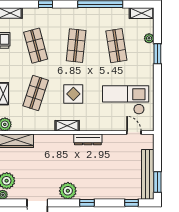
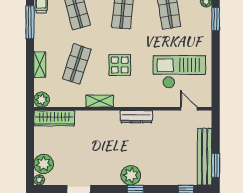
shelving: (67, 126) -> (100, 101), moved
plant: (68, 191) -> (131, 175), moved

